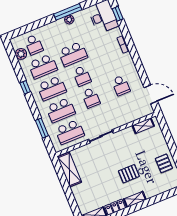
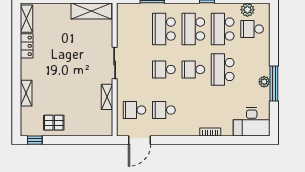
window: (118, 14) -> (248, 140), removed
shelving: (143, 126) -> (107, 97), moved
school desk: (70, 132) -> (134, 110), moved, width x0.54
pallet: (129, 174) -> (58, 77), removed
shelving: (135, 199) -> (26, 93), moved

